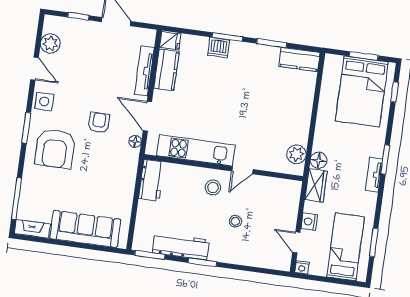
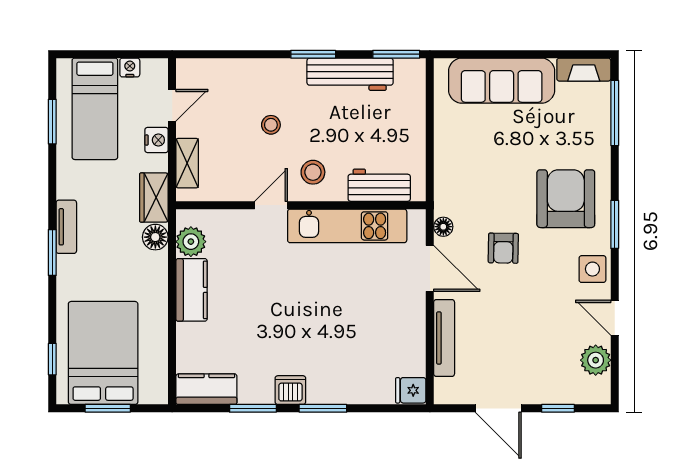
dishwasher: (219, 48) -> (290, 390), moved
kitchen counter: (166, 70) -> (192, 290), moved, turned 180
workbench: (151, 180) -> (379, 185), moved, turned 90
shelving: (292, 204) -> (187, 163), added
door: (296, 242) -> (172, 105), hinge flipped
nightstand: (302, 267) -> (130, 67), moved

